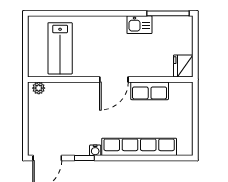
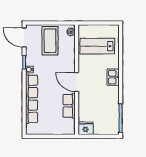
kitchen sink: (139, 25) -> (113, 77), moved
coffee table: (52, 119) -> (50, 41), added

